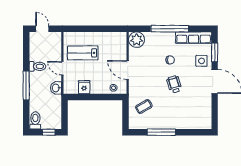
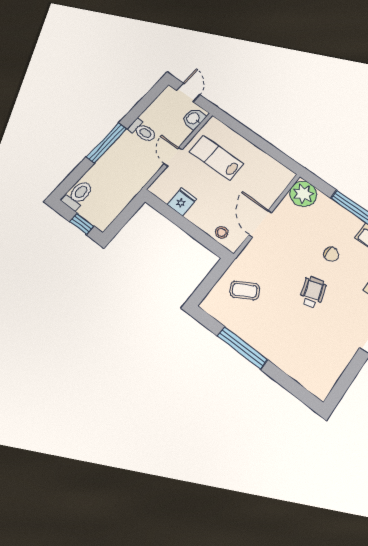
washbasin: (56, 88) -> (194, 119), moved

